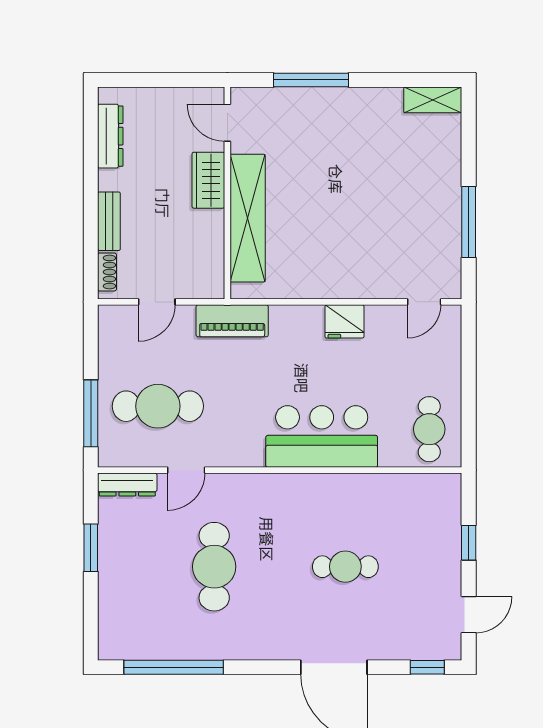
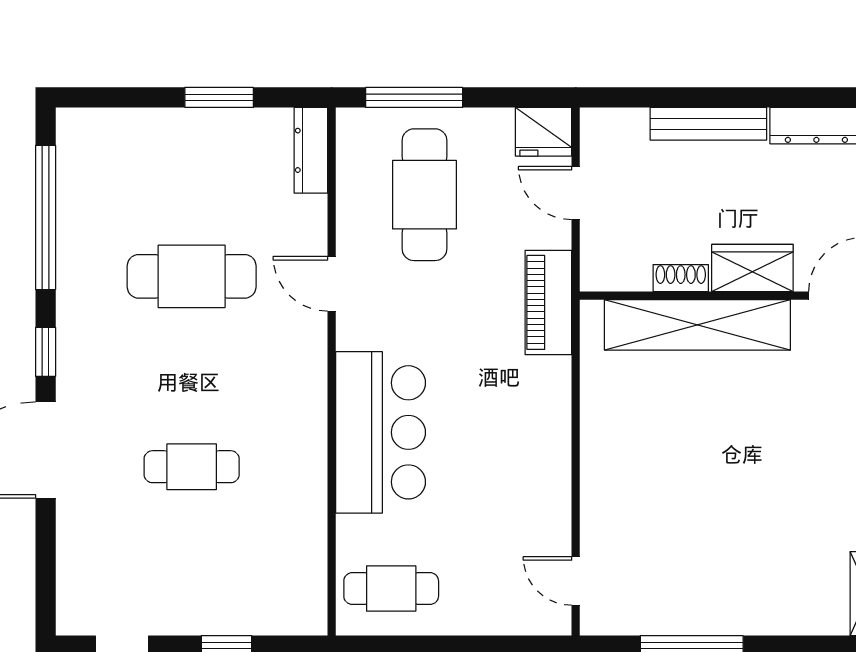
bench: (109, 221) -> (708, 124), width x1.36
shoe rack: (107, 272) -> (681, 278), moved, turned 180
fridge: (344, 321) -> (544, 132), moved, turned -90
door: (186, 470) -> (332, 284), moved
cafe table: (345, 567) -> (192, 467), turned 90
window: (427, 667) -> (46, 352), moved

